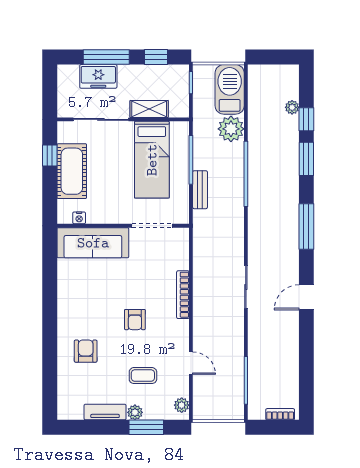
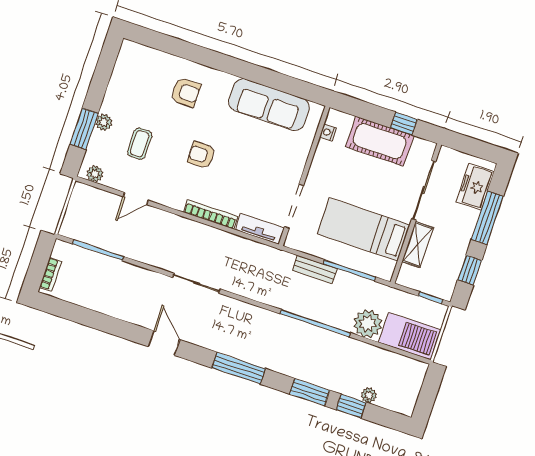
freezer: (98, 76) -> (475, 187), moved
sofa: (93, 243) -> (269, 105), moved, turned -90
tv unit: (105, 412) -> (260, 229), moved, turned -90

